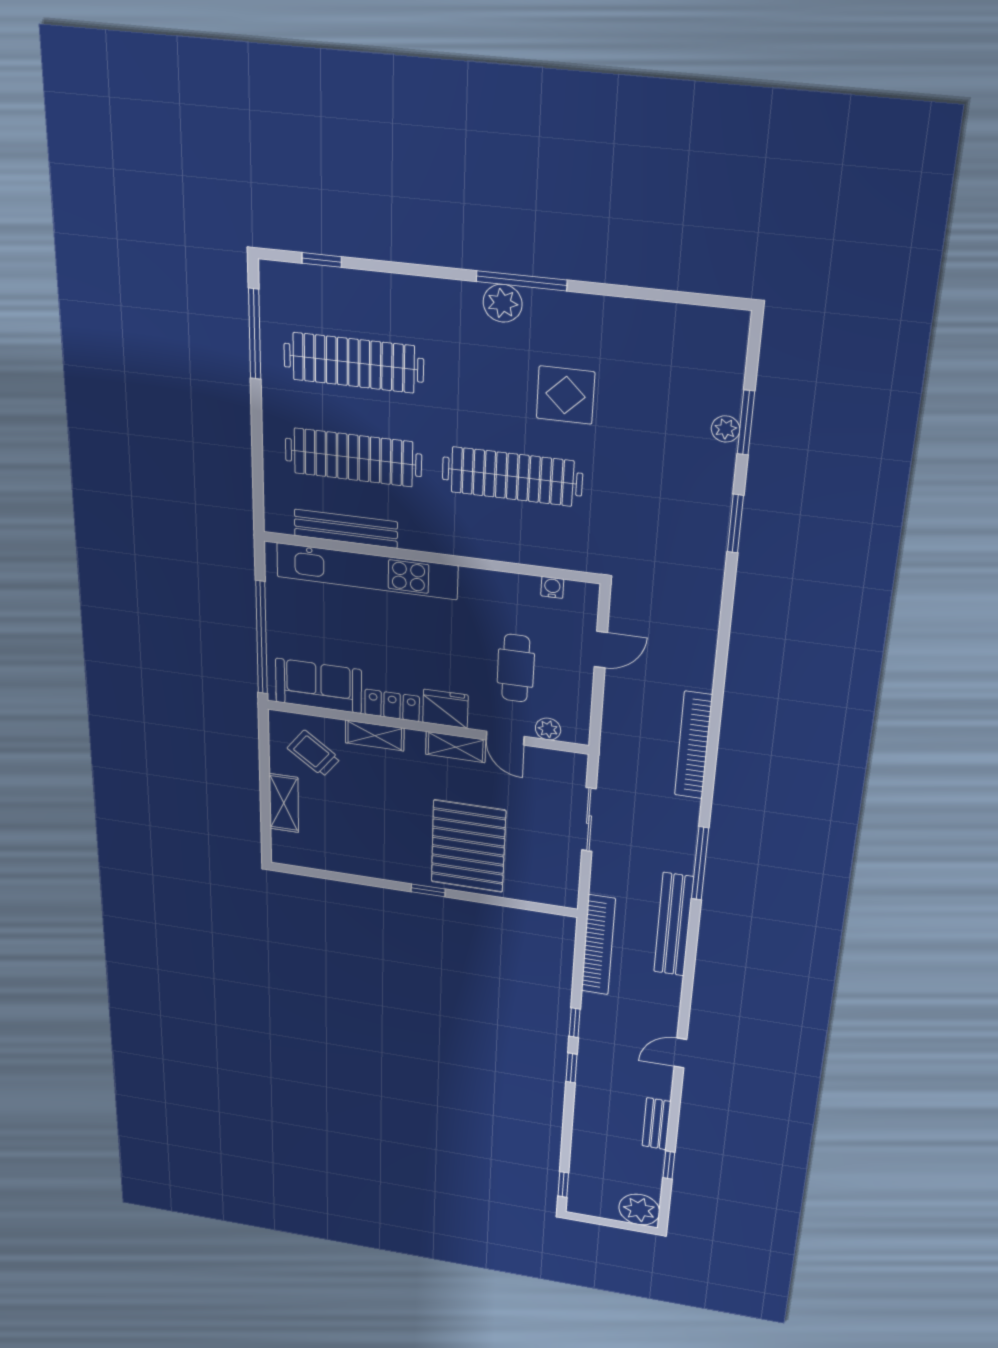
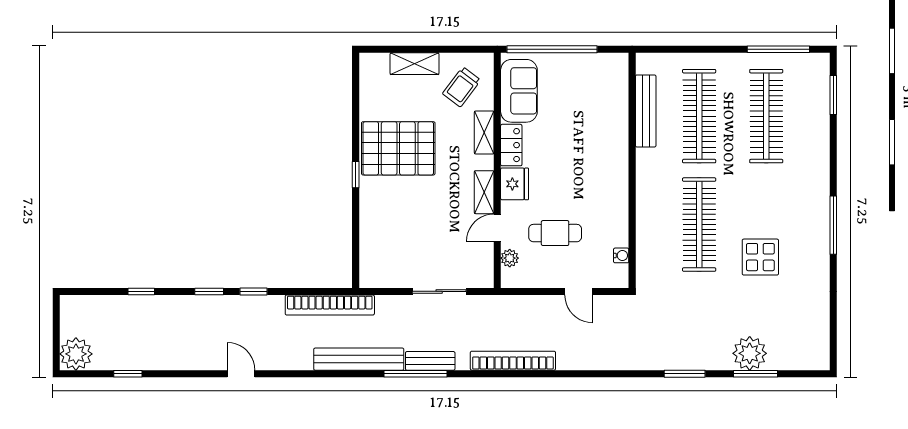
window: (322, 260) -> (833, 95), width x1.50
plant: (503, 303) -> (817, 214), removed
plant: (726, 429) -> (750, 353), width x1.88, depth x1.88
kitchen unit: (367, 571) -> (615, 126), removed
trolley: (314, 753) -> (462, 87), turned 180
pallet: (468, 846) -> (398, 148), moved
bench: (656, 1124) -> (430, 361), moved
window: (563, 1184) -> (141, 291), moved

